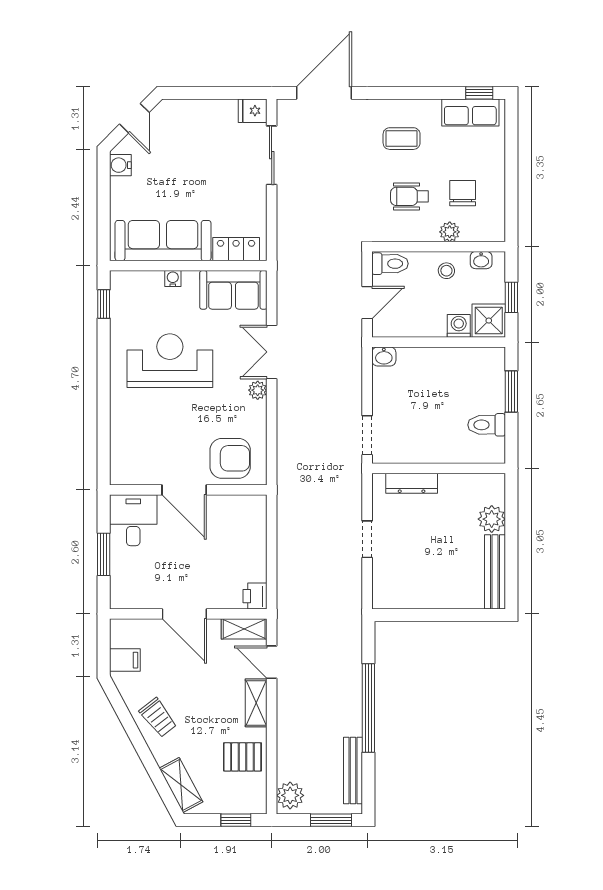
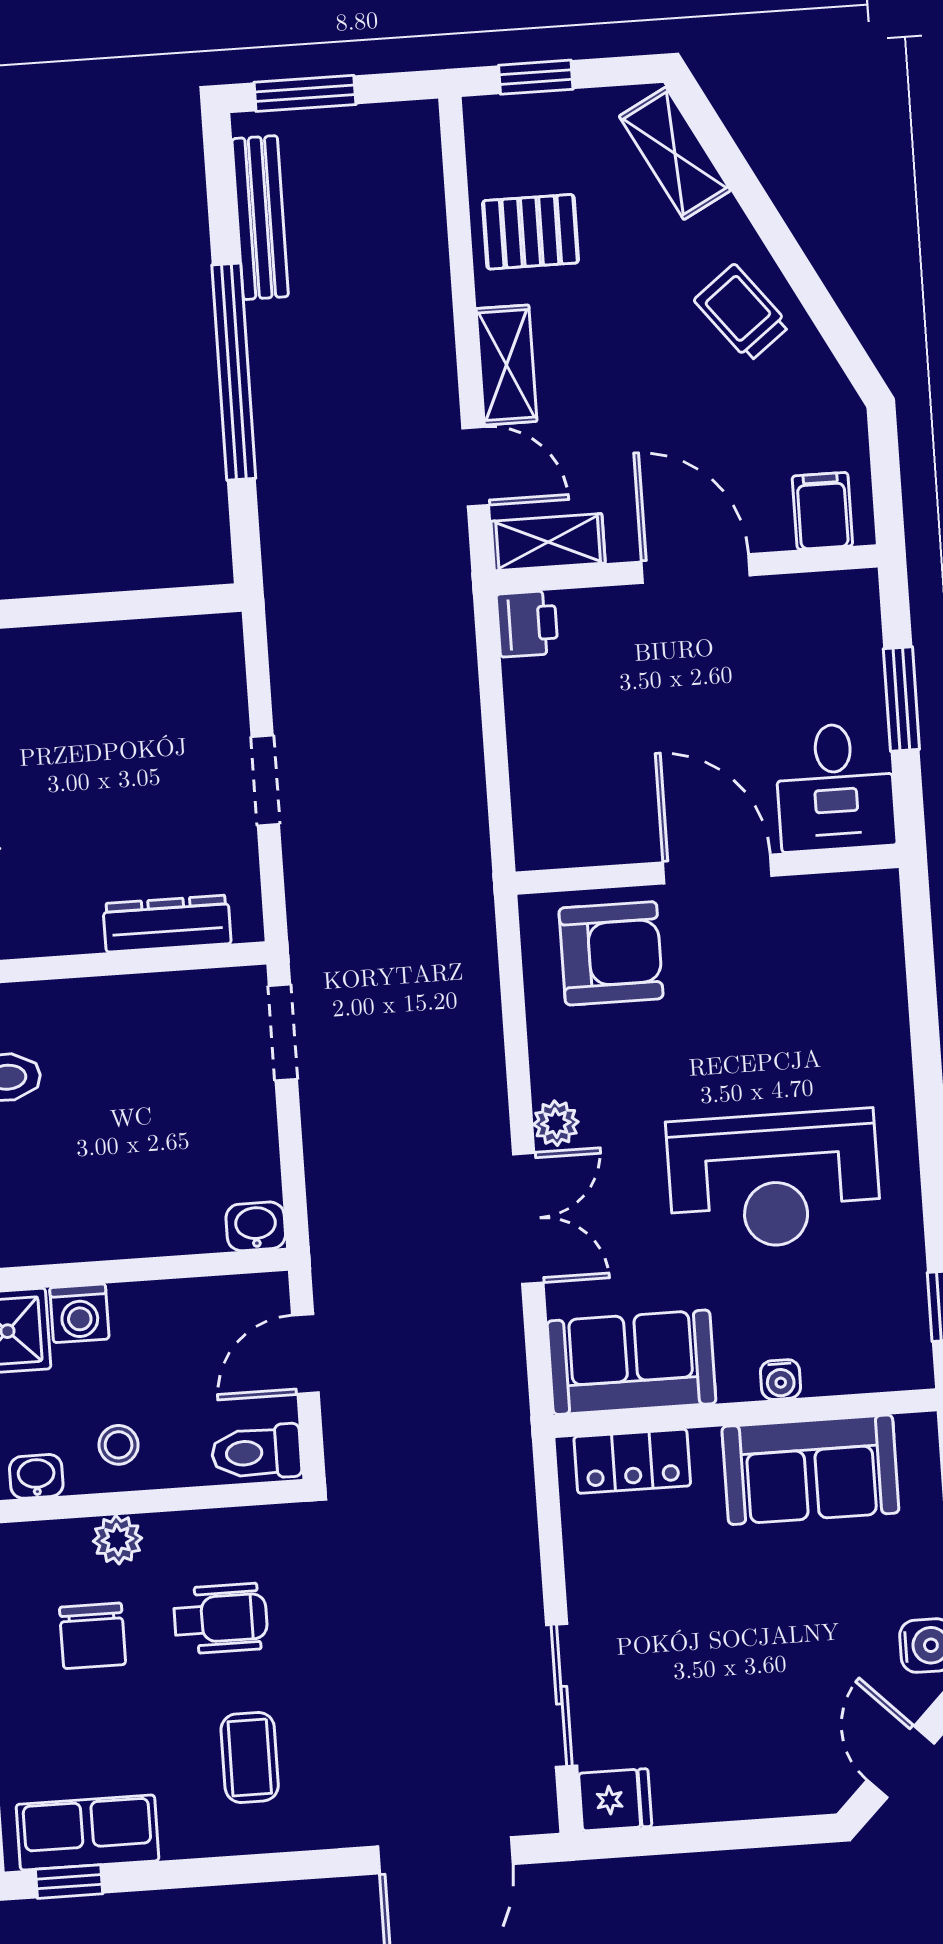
coffee table: (402, 139) -> (250, 1757), turned 90
sofa: (163, 241) -> (810, 1470), width x0.73
armchair: (230, 458) -> (611, 953), turned 180
filing cabinet: (125, 660) -> (822, 511), moved, turned 90
plant: (290, 795) -> (408, 146), removed

